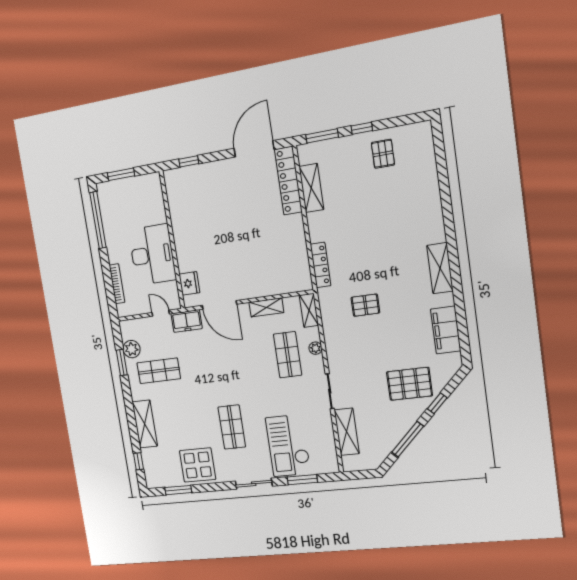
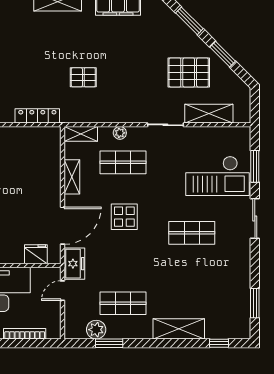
pallet: (365, 305) -> (83, 77), turned 90
shop shelf: (159, 371) -> (123, 303), turned 90
pallet: (409, 384) -> (189, 72), moved, turned 90
window: (437, 403) -> (189, 21), width x1.50
window: (408, 439) -> (223, 54), width x0.69
display table: (198, 465) -> (124, 217), moved, width x0.73, depth x0.73

